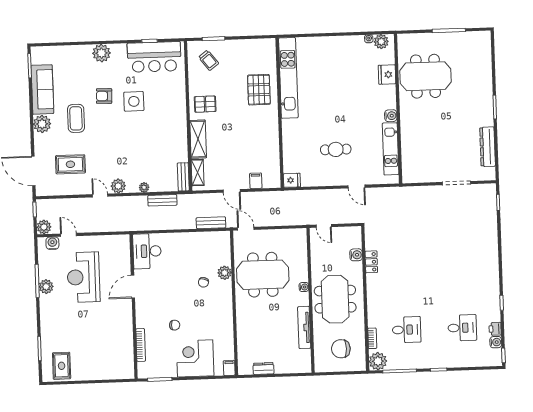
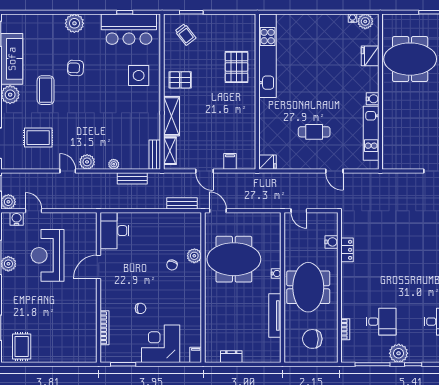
side table: (134, 101) -> (139, 75), moved
plant: (378, 361) -> (399, 353), moved

